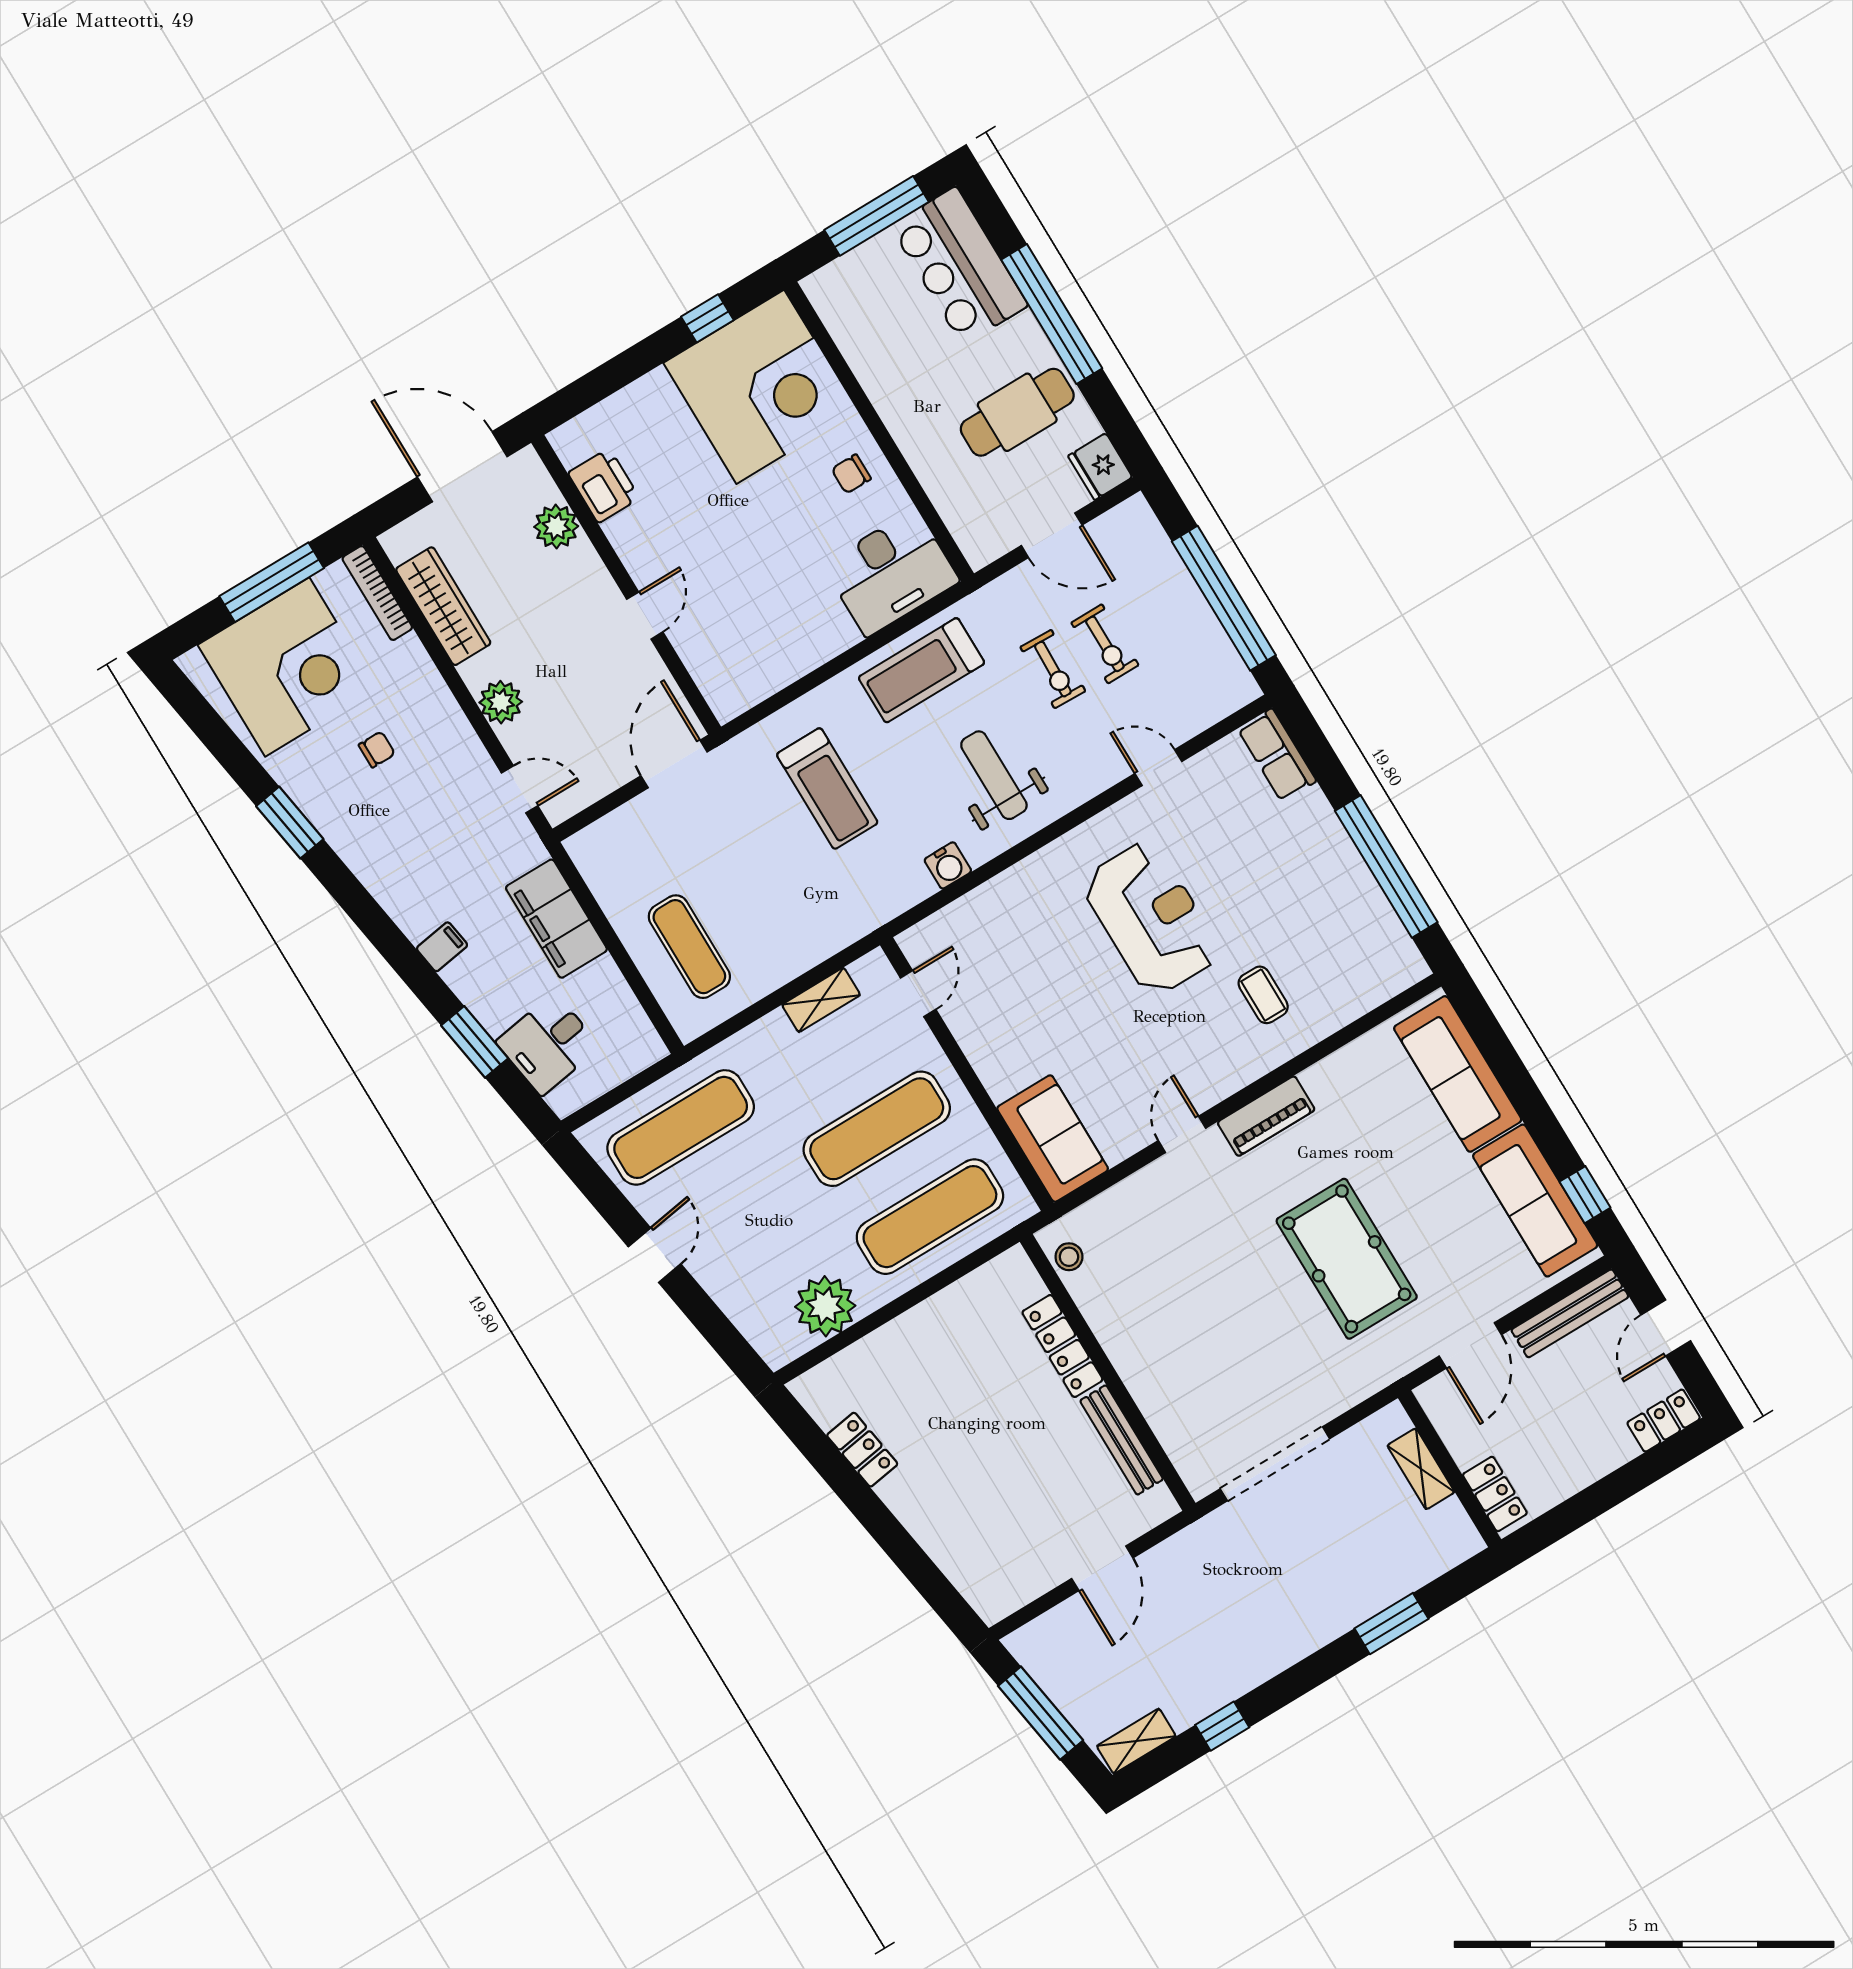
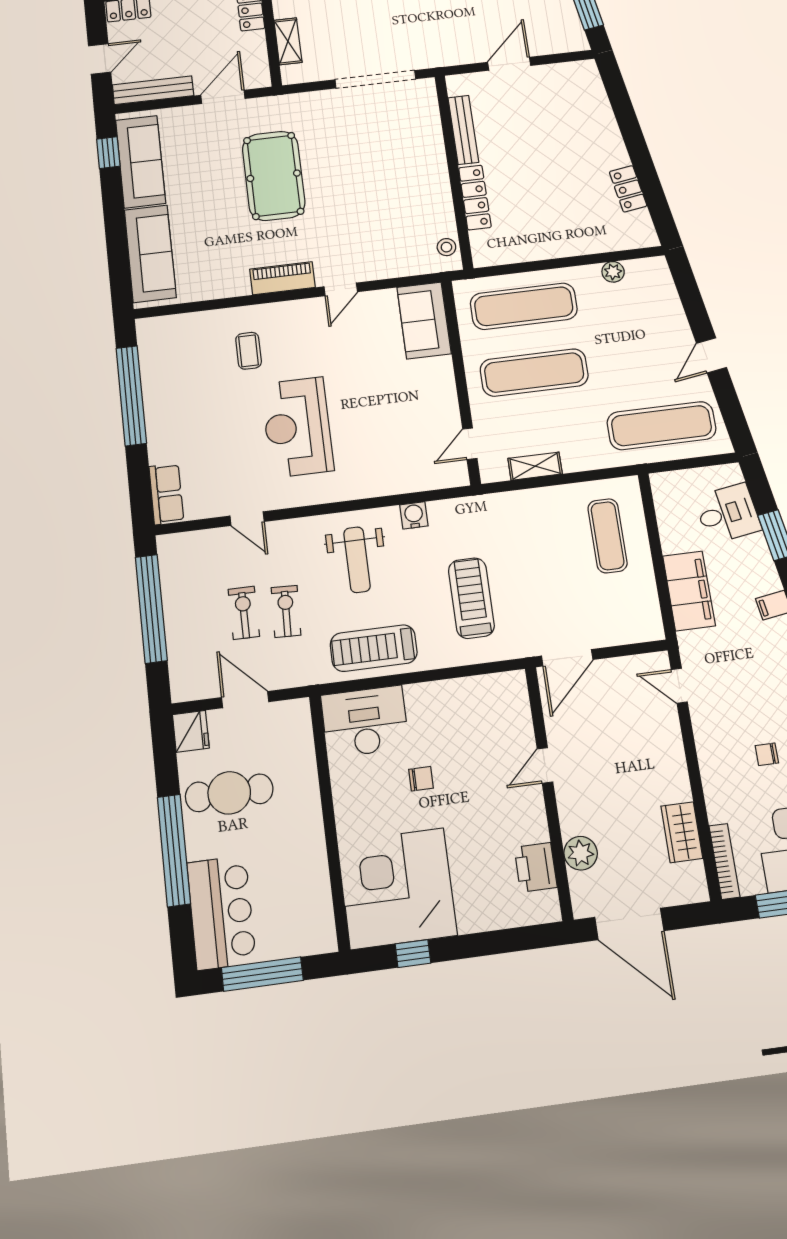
chair: (851, 474) -> (421, 779), moved
wardrobe: (443, 606) -> (682, 832), width x0.67
treadmill: (922, 670) -> (374, 648), turned 180
plant: (501, 702) -> (668, 750), removed
plant: (825, 1306) -> (613, 272), width x0.53, depth x0.53

